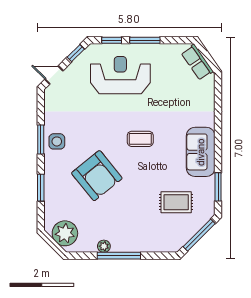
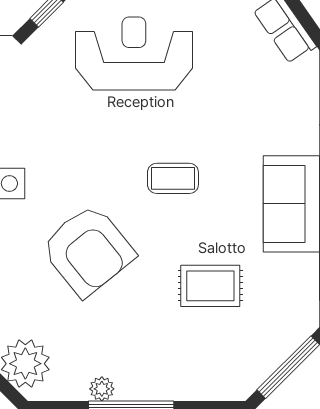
rug: (176, 202) -> (210, 286), moved

